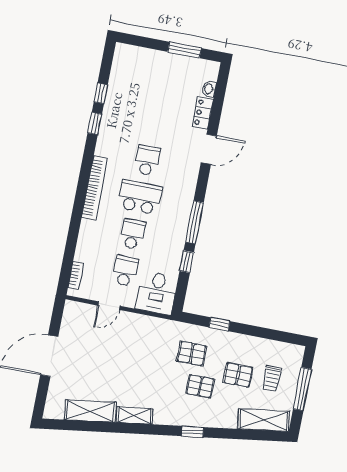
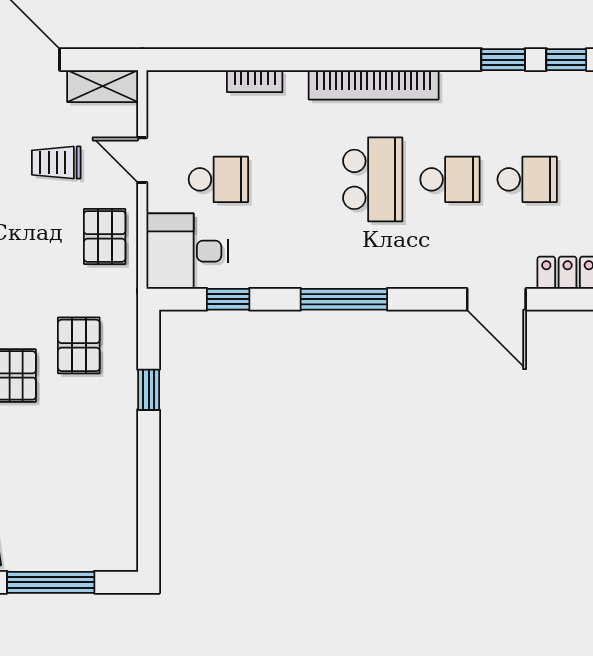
school desk: (133, 234) -> (527, 179), moved
window: (187, 262) -> (228, 299), moved
bookcase: (76, 275) -> (255, 81), moved
shelving: (70, 318) -> (103, 86), added
pallet: (238, 375) -> (105, 236), moved
trolley: (272, 378) -> (56, 163), moved

